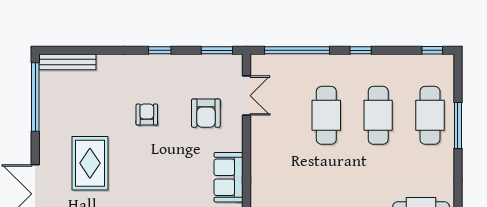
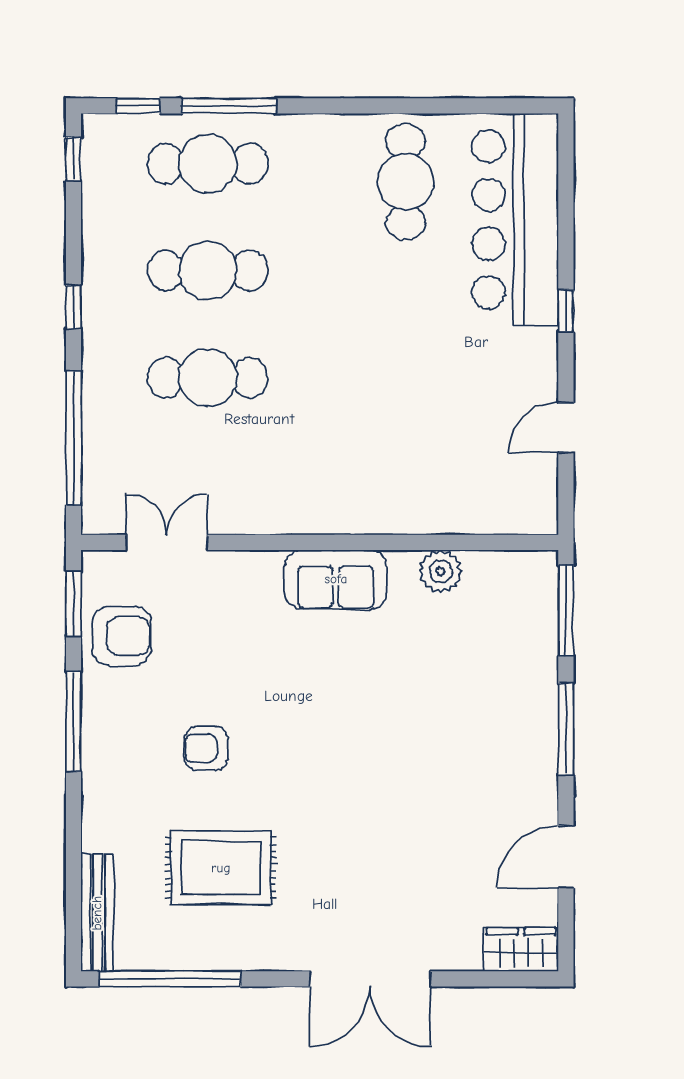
window: (160, 50) -> (73, 722), width x2.17
window: (458, 82) -> (138, 106), added
armchair: (206, 113) -> (121, 636), moved
rug: (90, 163) -> (221, 868), moved

